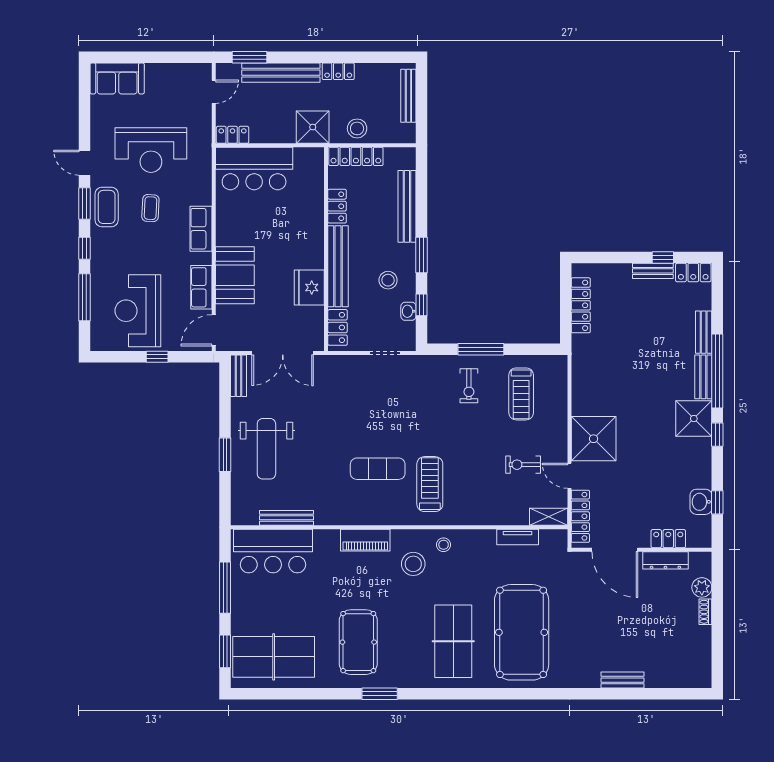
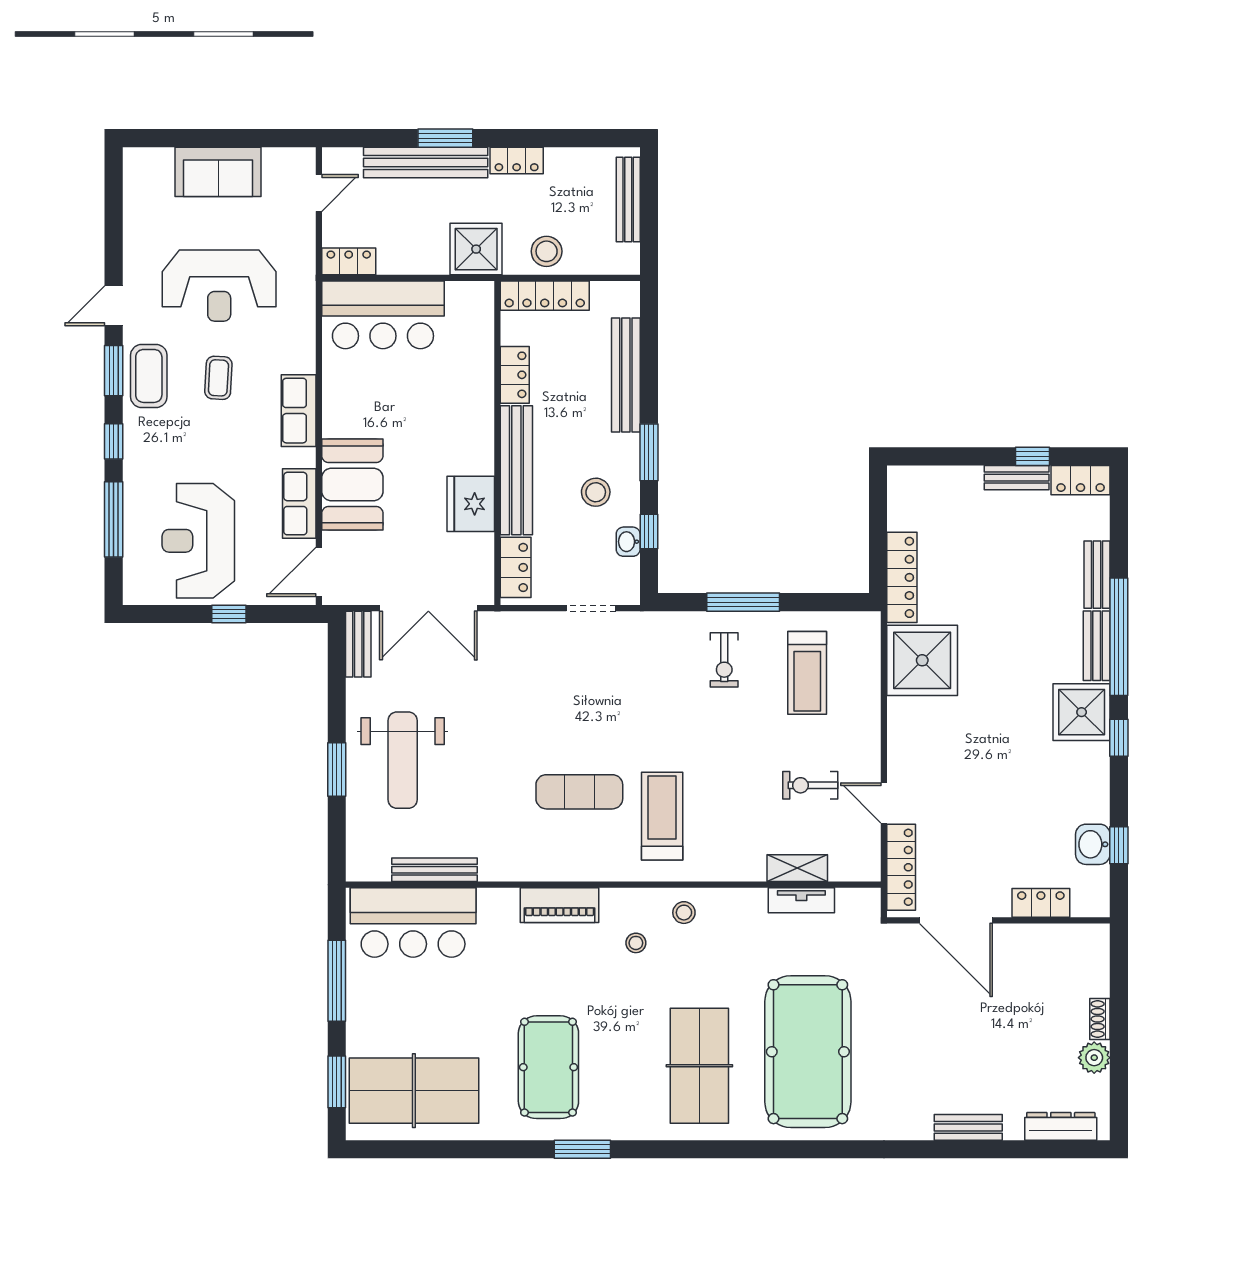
window: (249, 57) -> (445, 138), moved
sofa: (117, 78) -> (218, 172), moved
door: (85, 163) -> (114, 306), hinge flipped
locker: (581, 305) -> (902, 577), moved
shower: (594, 439) -> (922, 660), moved
shelving: (549, 517) -> (797, 868), moved
dresser: (665, 560) -> (1061, 1126), moved, turned 180
stool: (413, 564) -> (636, 943), width x0.53, depth x0.53
plant: (702, 587) -> (1094, 1058), moved

